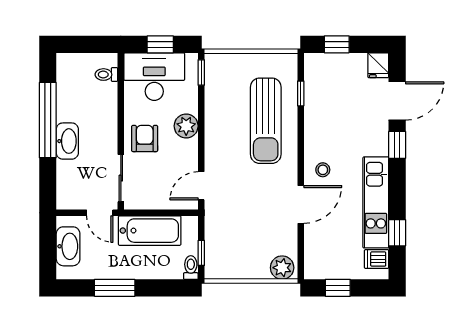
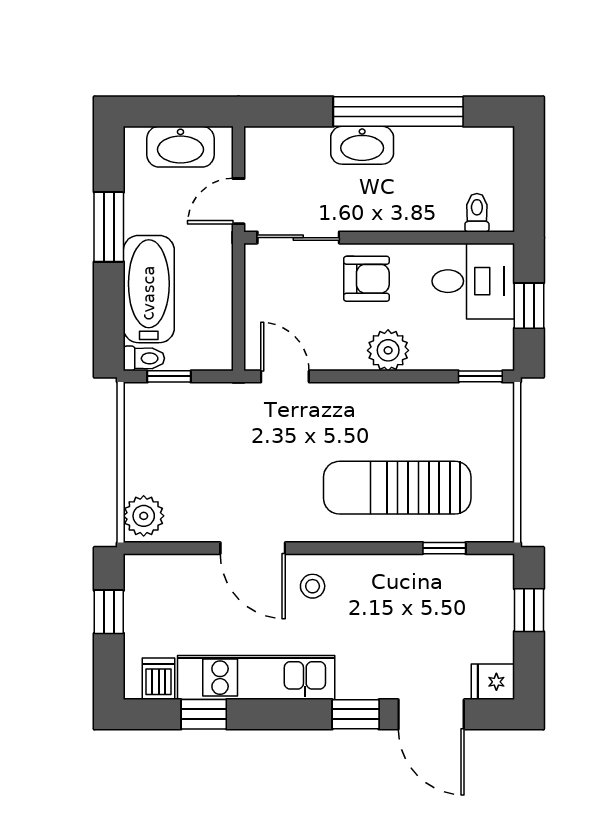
desk: (154, 77) -> (473, 281), width x0.73
bathtub: (150, 231) -> (149, 289), moved, turned 180

